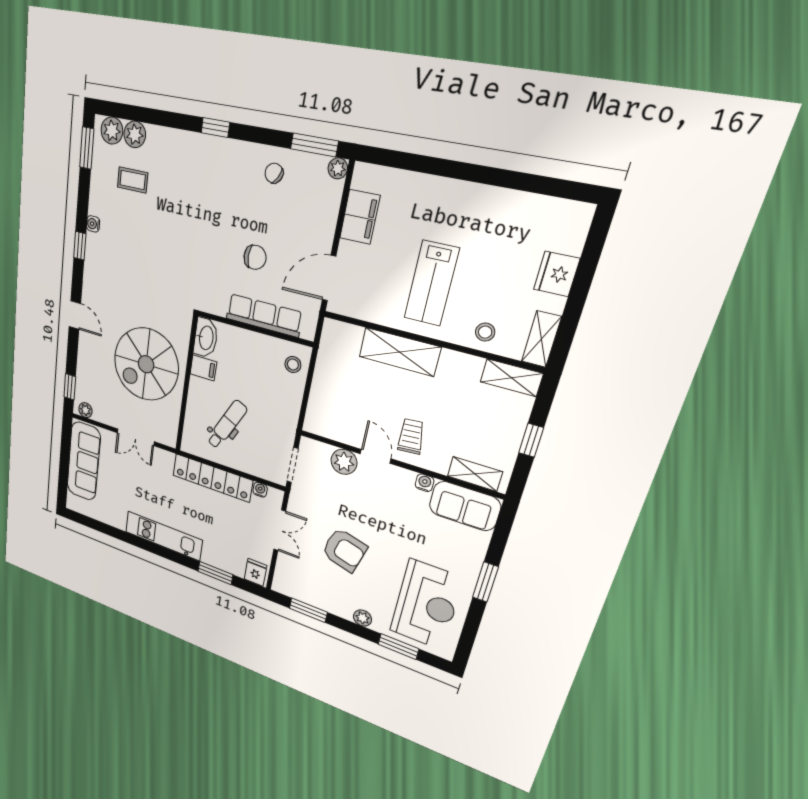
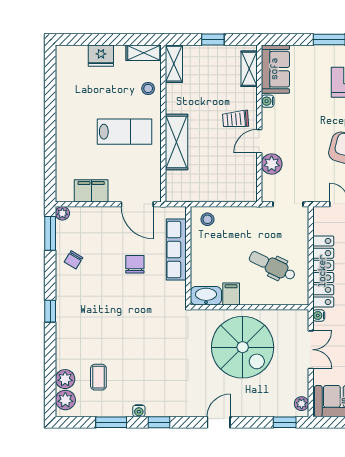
window: (87, 148) -> (111, 422), moved
water cooler: (260, 490) -> (319, 315), moved

